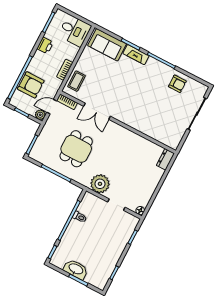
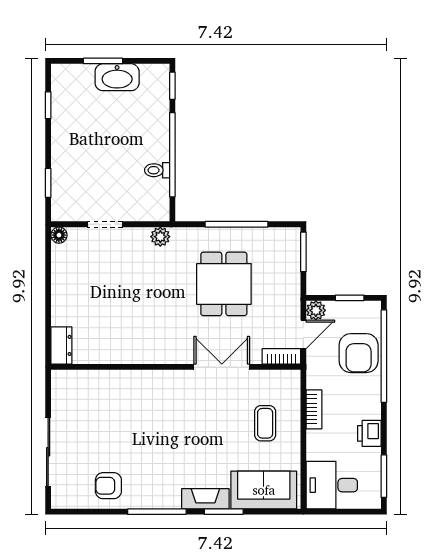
coffee table: (76, 81) -> (265, 423), moved
armchair: (31, 85) -> (359, 353), turned -90
plant: (100, 184) -> (160, 237), width x0.53, depth x0.53

